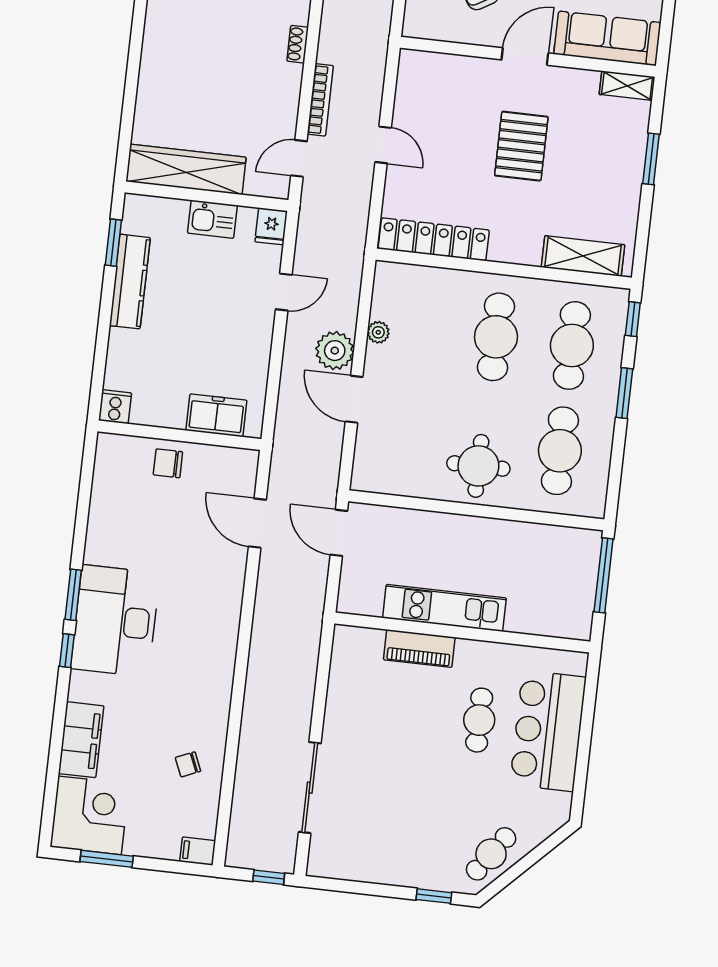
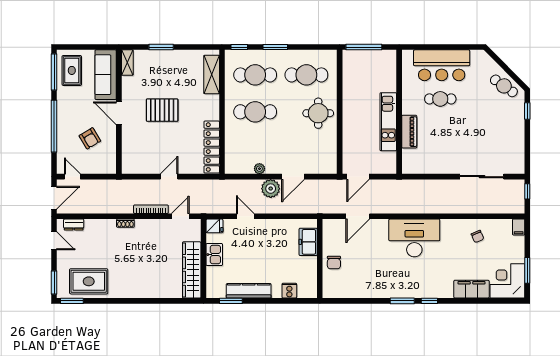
door: (299, 158) -> (180, 216), swing flipped
cooker: (115, 407) -> (289, 291), moved, turned 90
desk: (115, 621) -> (414, 238), moved, turned 180

